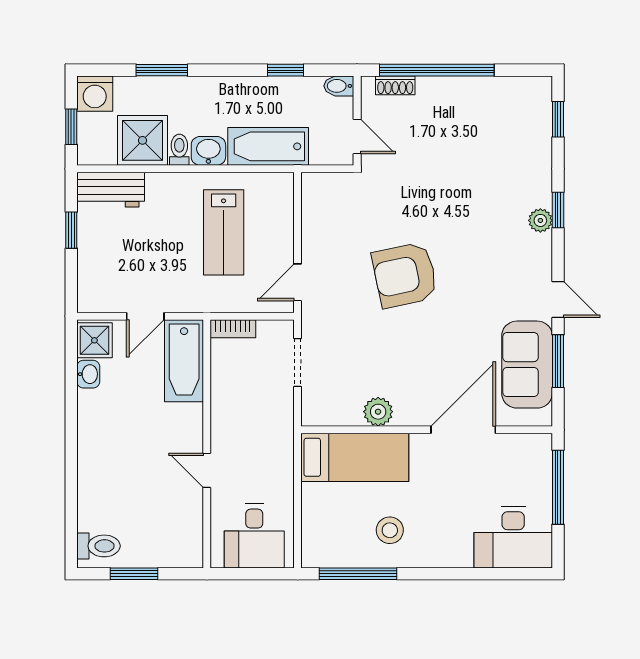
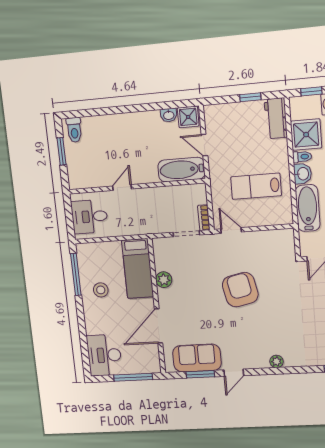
window: (558, 210) -> (283, 371), removed
bookcase: (233, 329) -> (204, 218), moved
door: (463, 430) -> (159, 326), swing flipped

